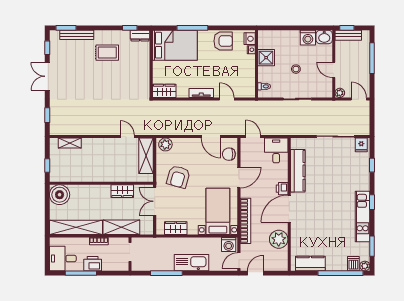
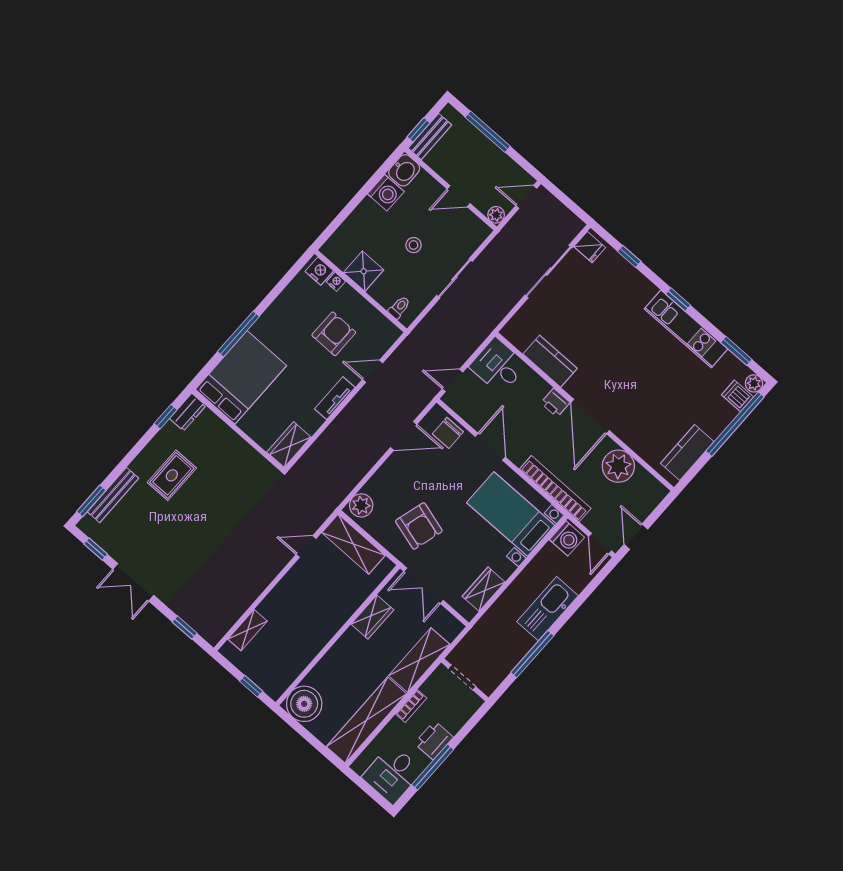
armchair: (223, 41) -> (334, 334), moved
kitchen counter: (298, 171) -> (550, 361), width x0.67

